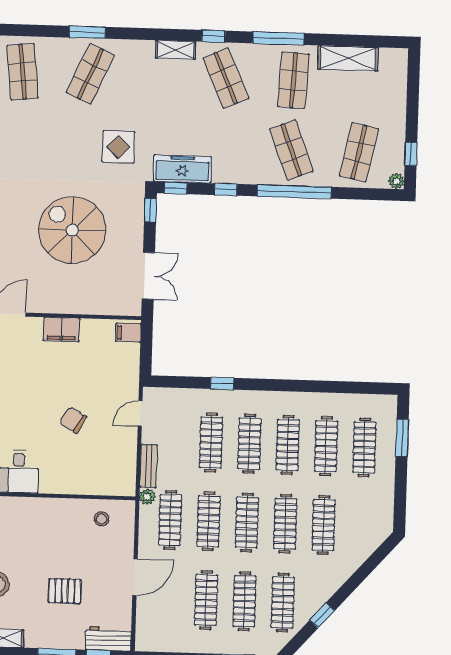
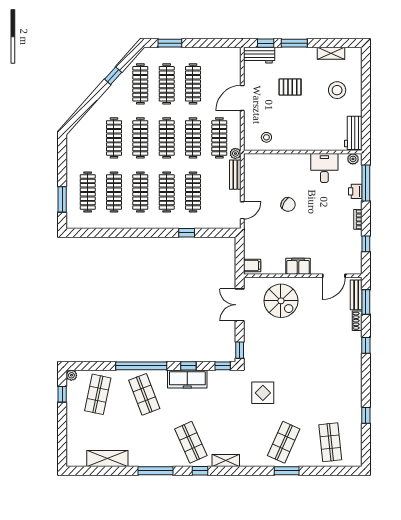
shop shelf: (293, 80) -> (144, 442), removed
freezer: (182, 169) -> (187, 379), moved
spiral stairs: (72, 230) -> (281, 301), moved, width x0.73, depth x0.73

